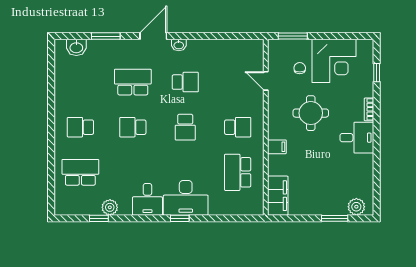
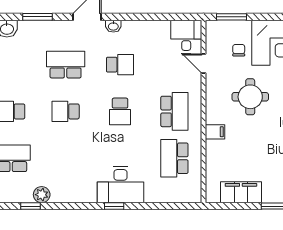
school desk: (238, 127) -> (174, 111), width x1.85
filing cabinet: (278, 196) -> (241, 192), moved, turned -90
desk: (147, 199) -> (186, 37), moved, turned 180

